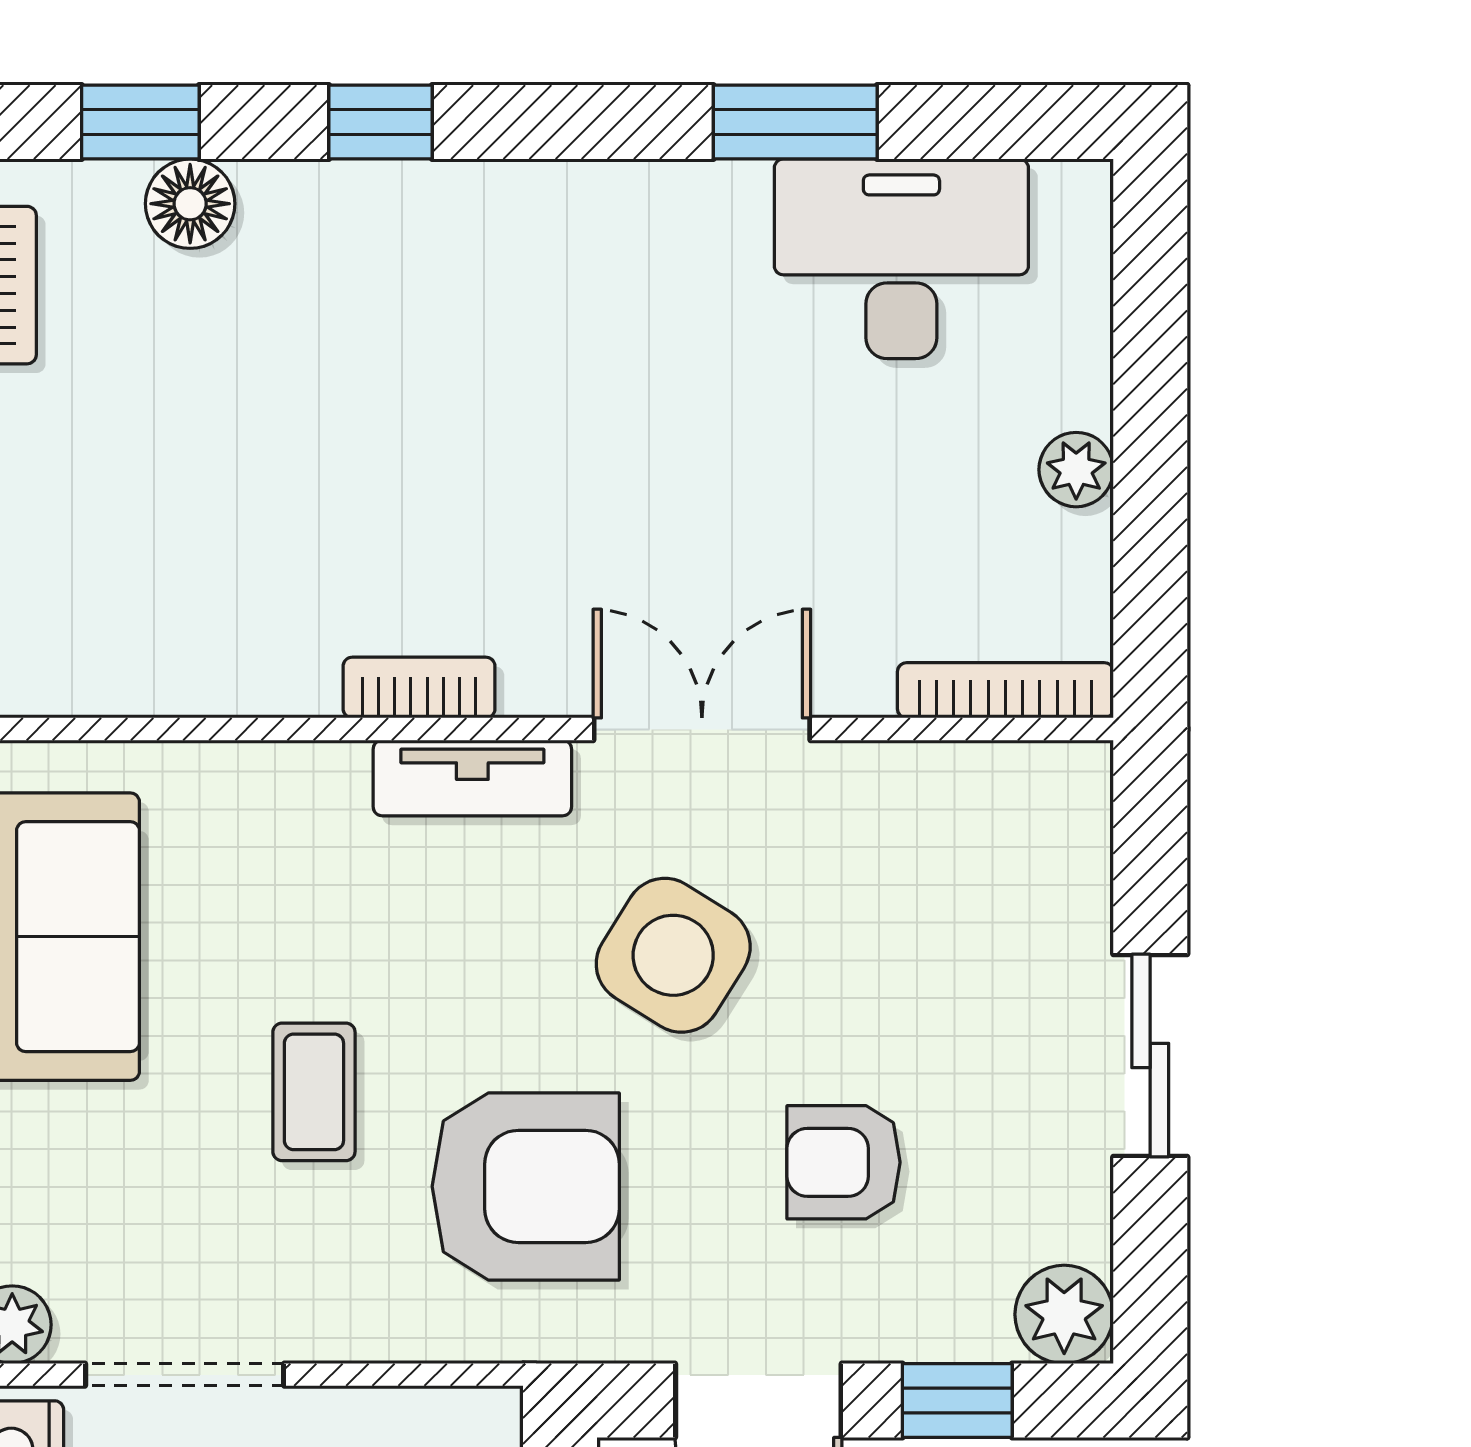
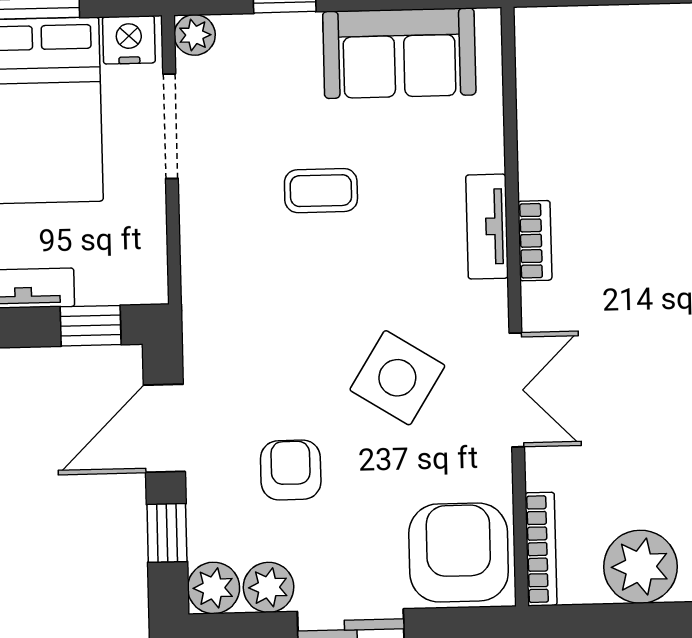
plant: (1076, 470) -> (640, 567), width x1.88, depth x1.88
tv unit: (472, 778) -> (487, 227), moved
armchair: (526, 1186) -> (459, 552), moved, turned 180
plant: (1066, 1210) -> (269, 587), added

